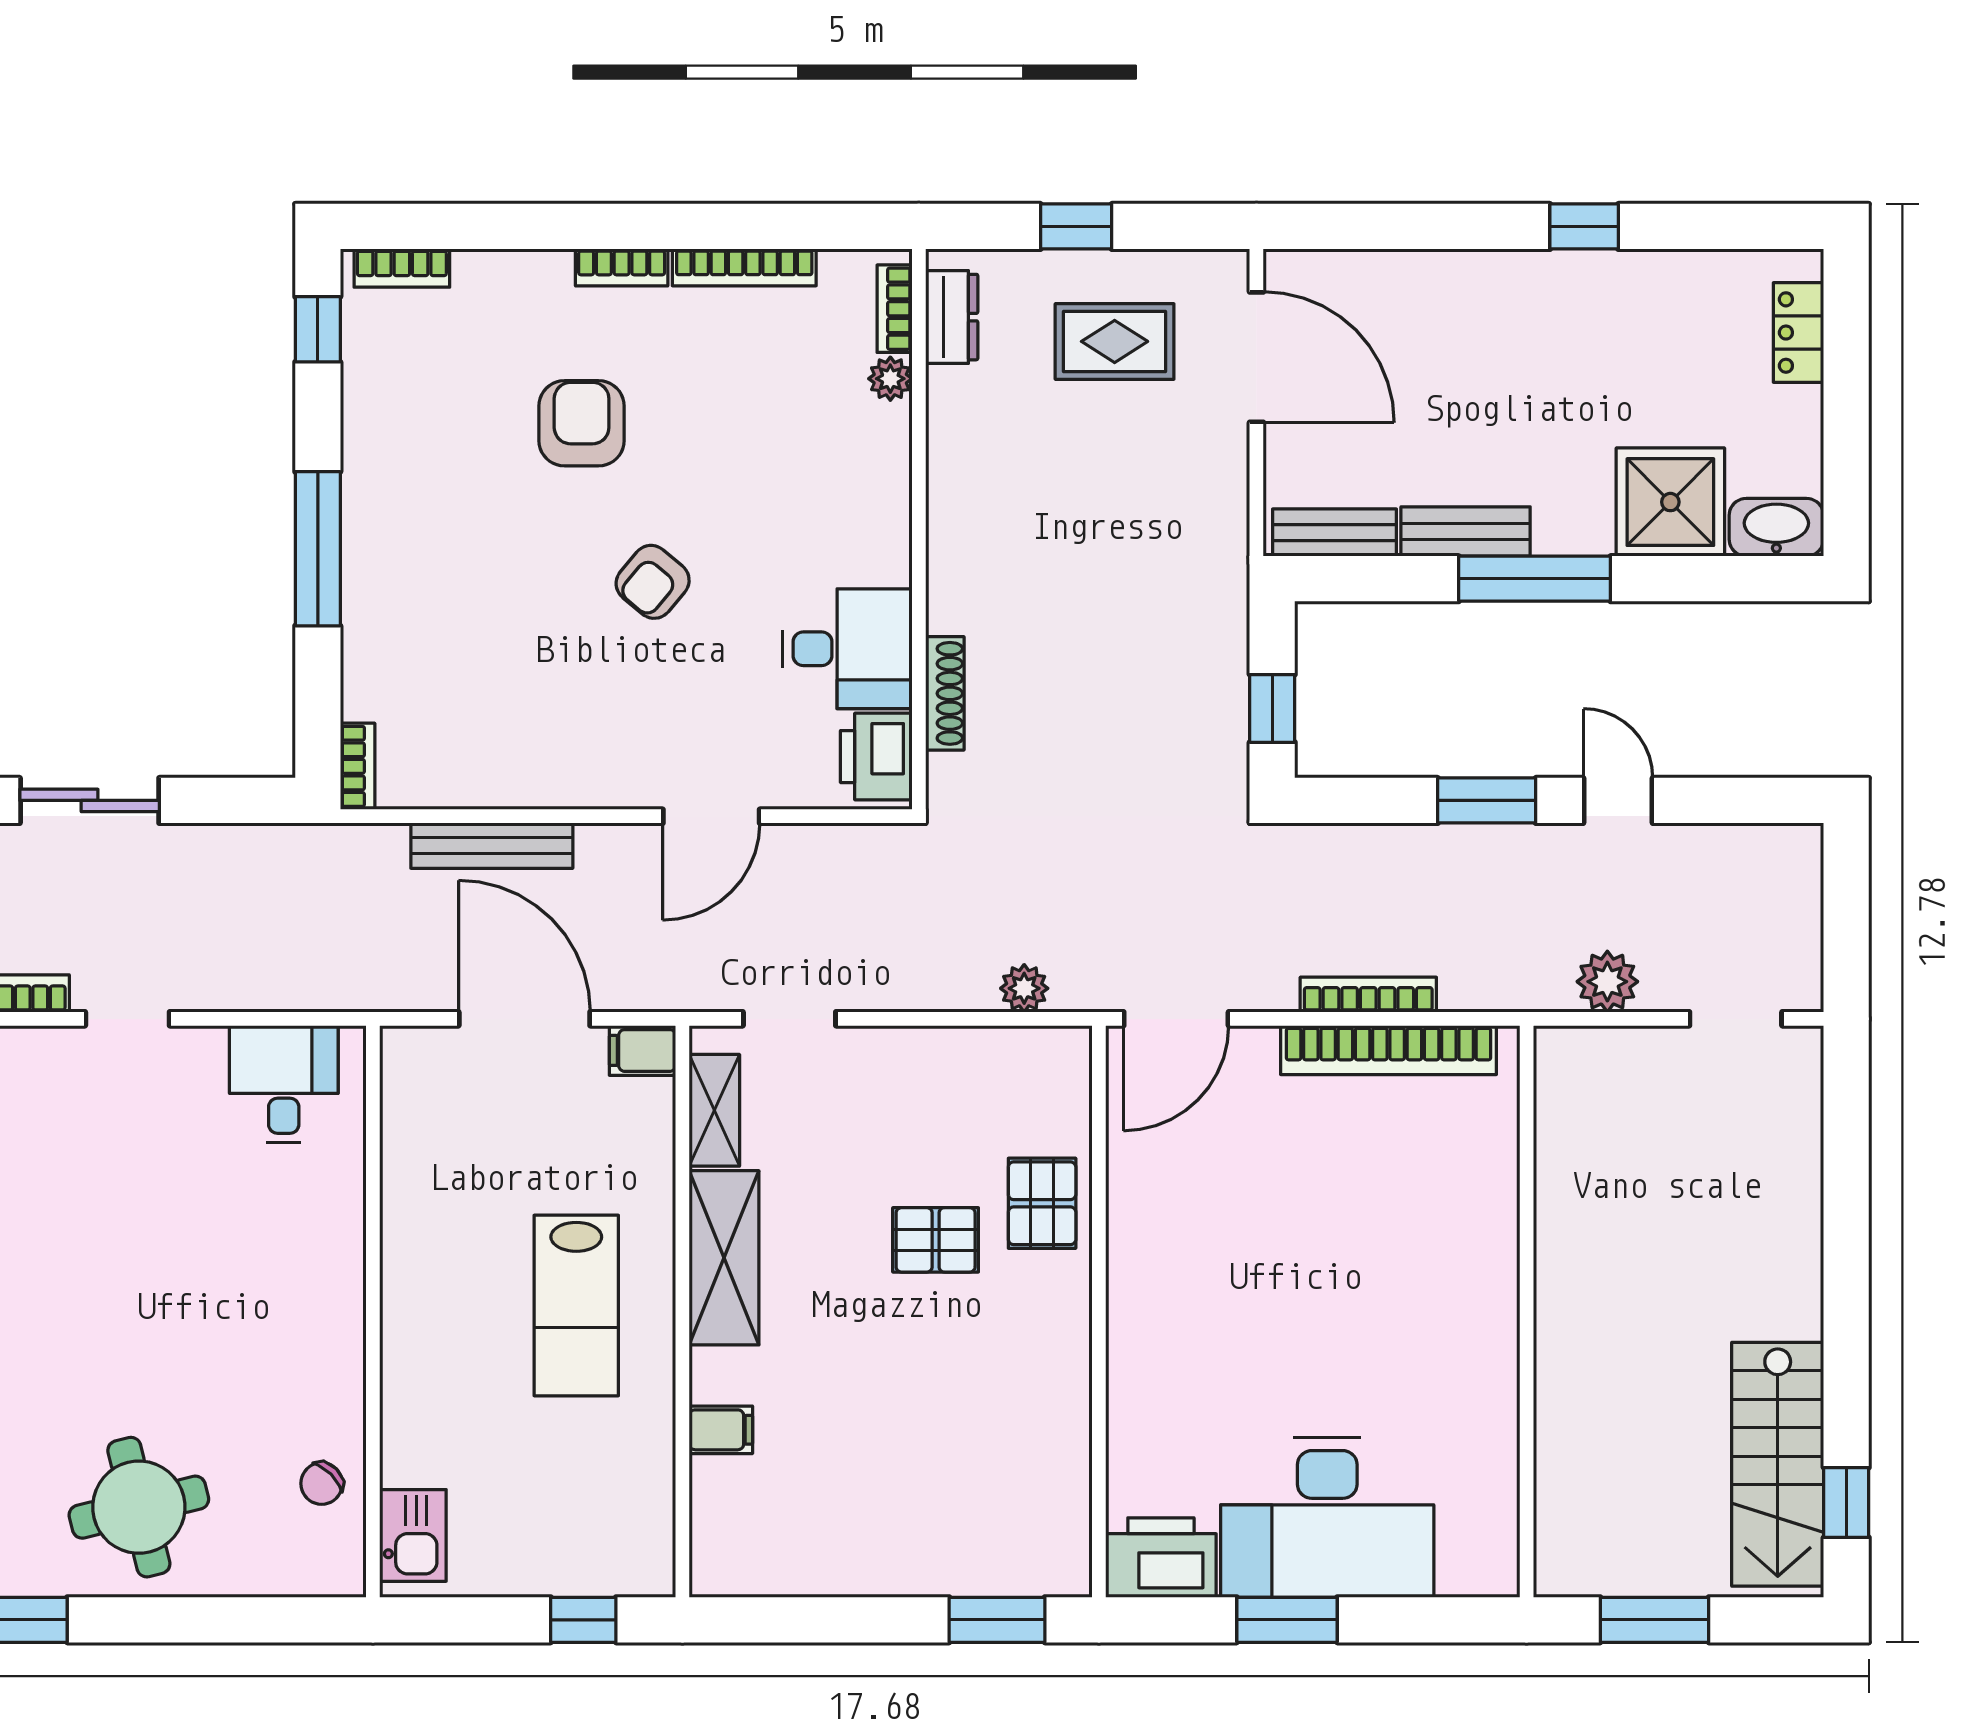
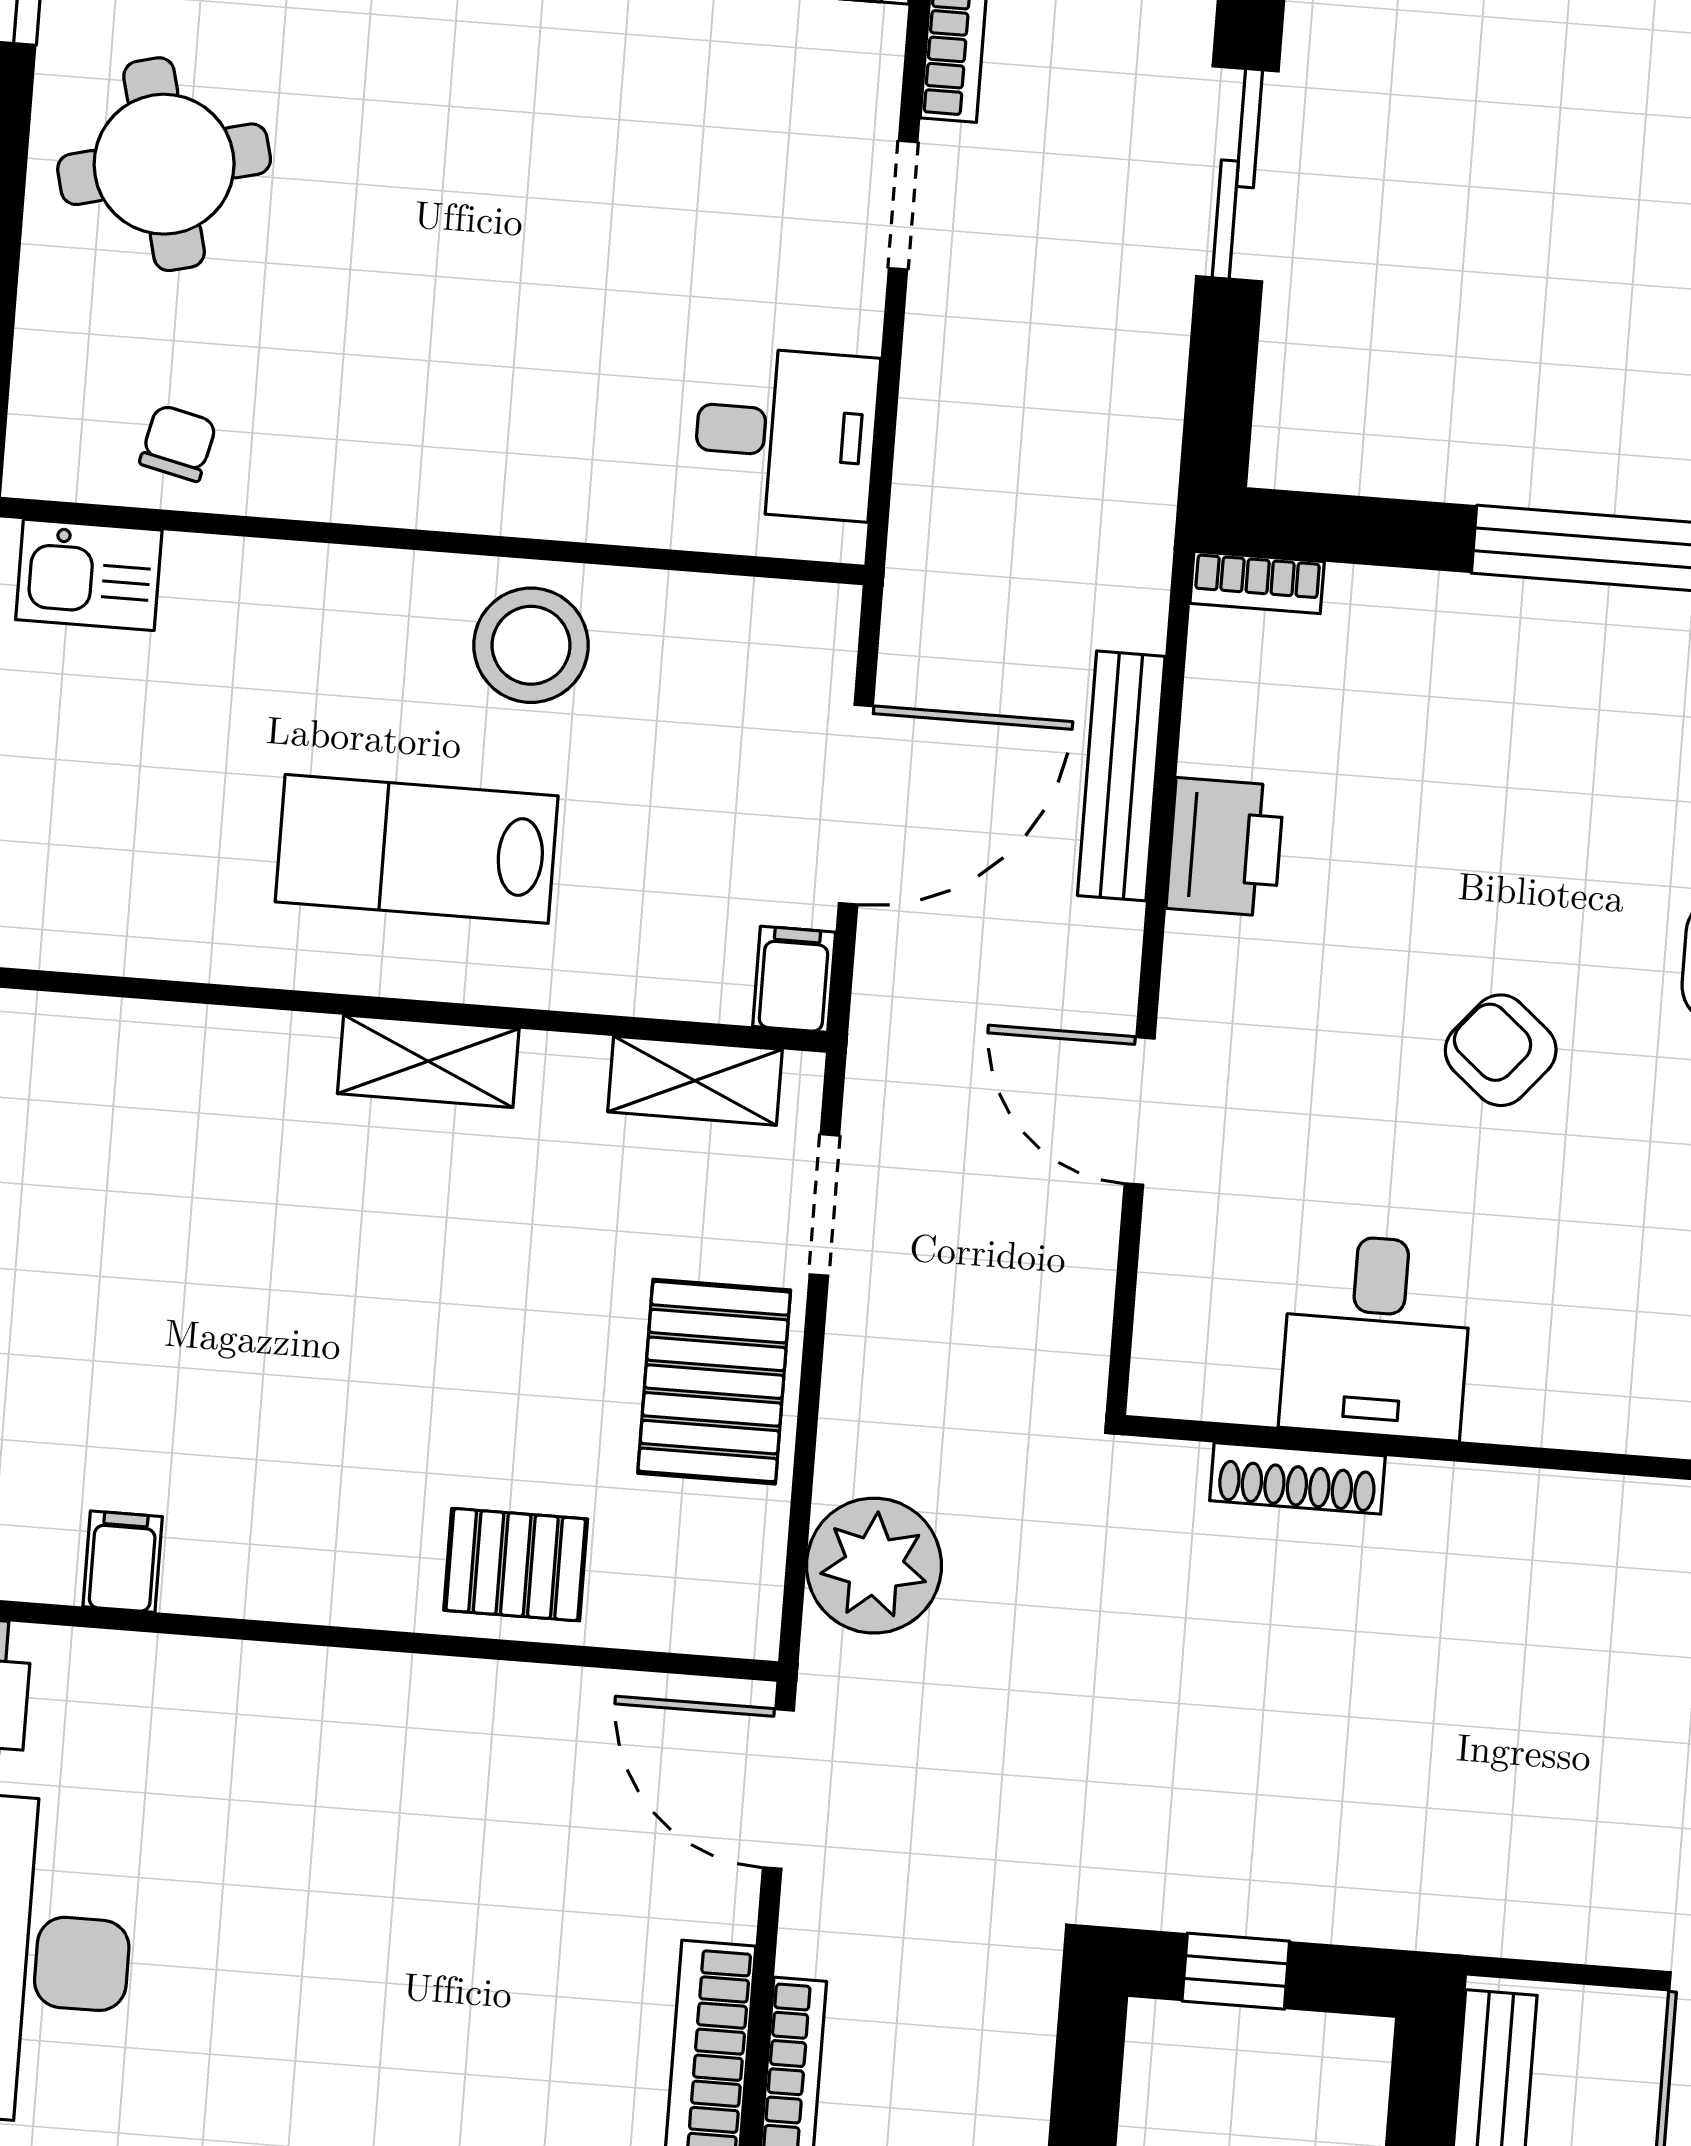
printer: (876, 757) -> (1225, 847), moved, turned 90
plant: (1024, 988) -> (874, 1566), width x1.88, depth x1.88
pallet: (936, 1240) -> (714, 1382), moved, width x1.50, depth x1.42
stool: (436, 1241) -> (531, 645), added
shelving: (724, 1258) -> (428, 1061), width x0.67, depth x0.75
filing cabinet: (721, 1430) -> (123, 1562), moved, turned 180
chair: (322, 1483) -> (178, 443), turned 58

